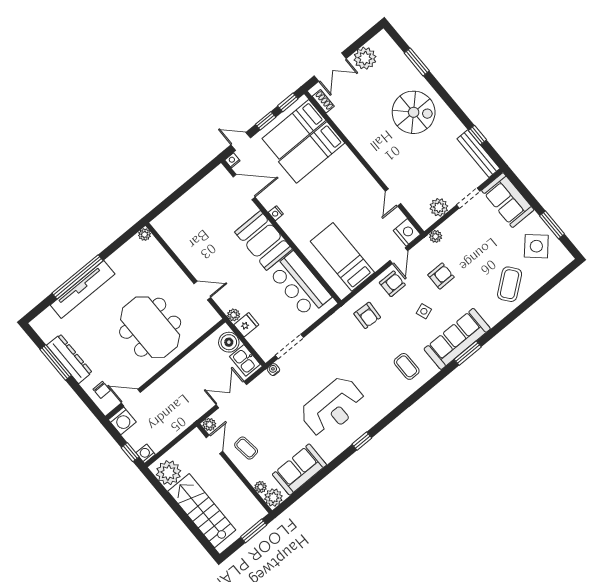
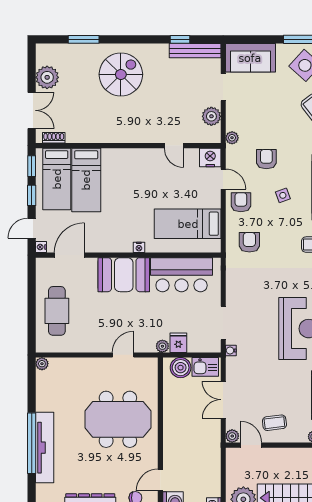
cafe table: (194, 213) -> (57, 311), added
nightstand: (276, 213) -> (139, 247), moved
armchair: (367, 315) -> (249, 242), turned -93

